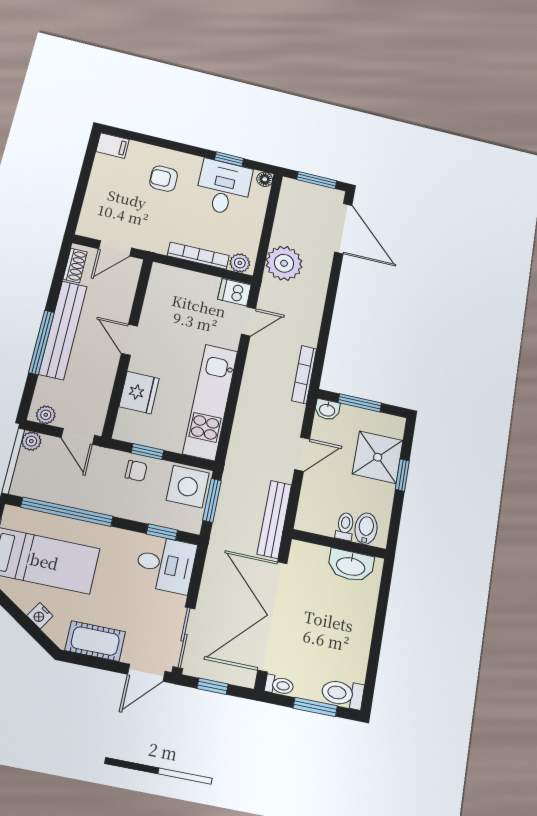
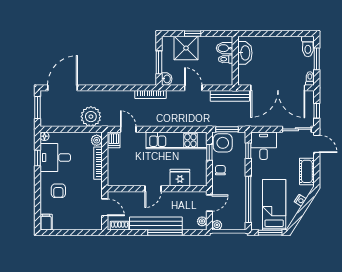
window: (147, 452) -> (209, 152), moved

